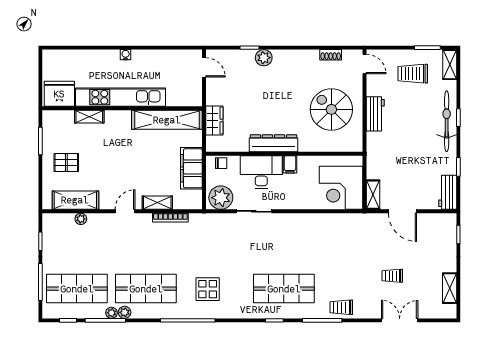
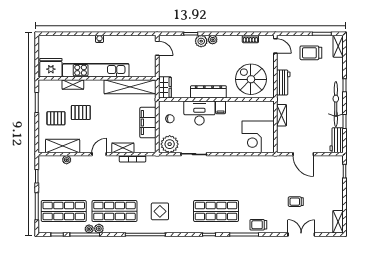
plant: (279, 56) -> (213, 40), added
bicycle: (447, 121) -> (336, 104), moved
dresser: (274, 143) -> (208, 92), moved
wall: (284, 154) -> (216, 100), moved
pallet: (100, 155) -> (81, 113), added
filing cabinet: (290, 164) -> (221, 107), moved
desk: (261, 172) -> (199, 113), moved
shelving: (373, 195) -> (282, 115), moved
shelving: (450, 288) -> (338, 222), moved

